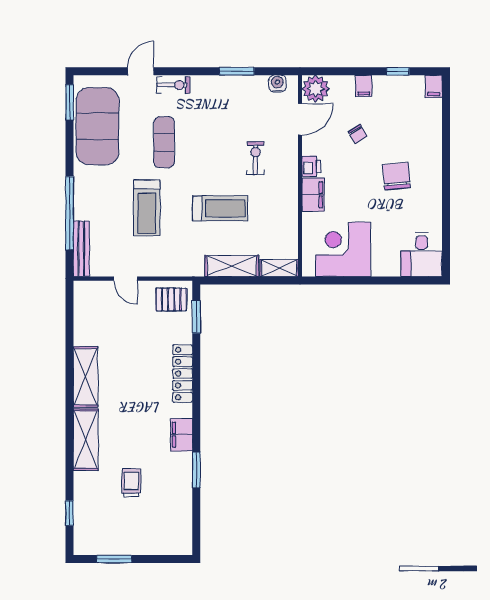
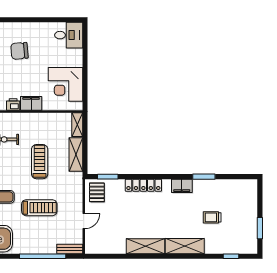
bench: (81, 249) -> (70, 249), width x0.73

